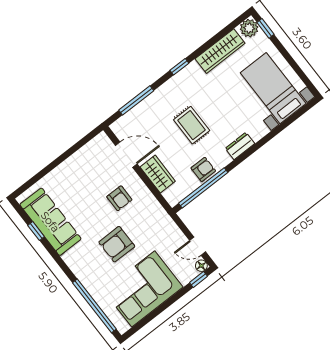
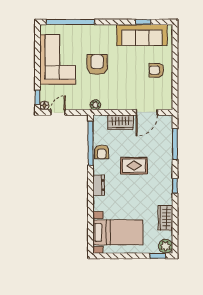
wardrobe: (220, 51) -> (165, 218), width x0.67
armchair: (119, 198) -> (156, 70), moved
plant: (160, 214) -> (95, 105), added

